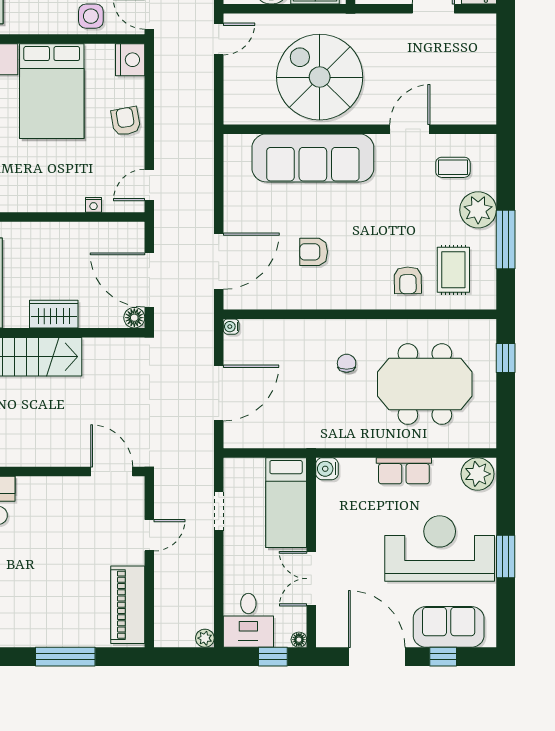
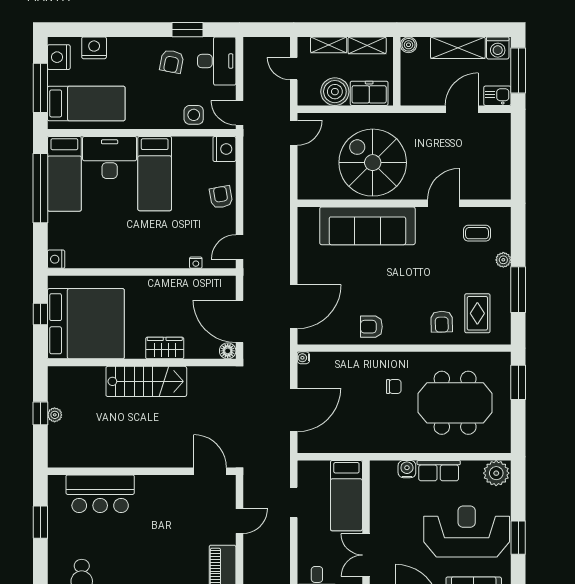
bed: (52, 91) -> (155, 174), width x0.67
plant: (478, 210) -> (503, 260), width x0.53, depth x0.53
armchair: (314, 252) -> (371, 327), moved
window: (506, 358) -> (518, 382), width x1.50
chair: (347, 363) -> (394, 387), turned 90
water cooler: (327, 469) -> (407, 469), moved, turned 90

